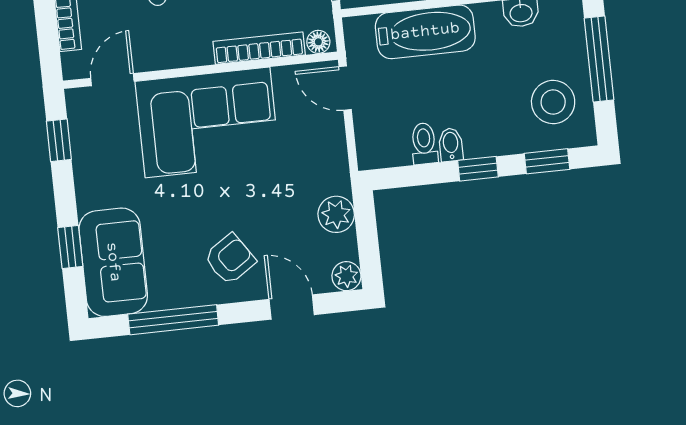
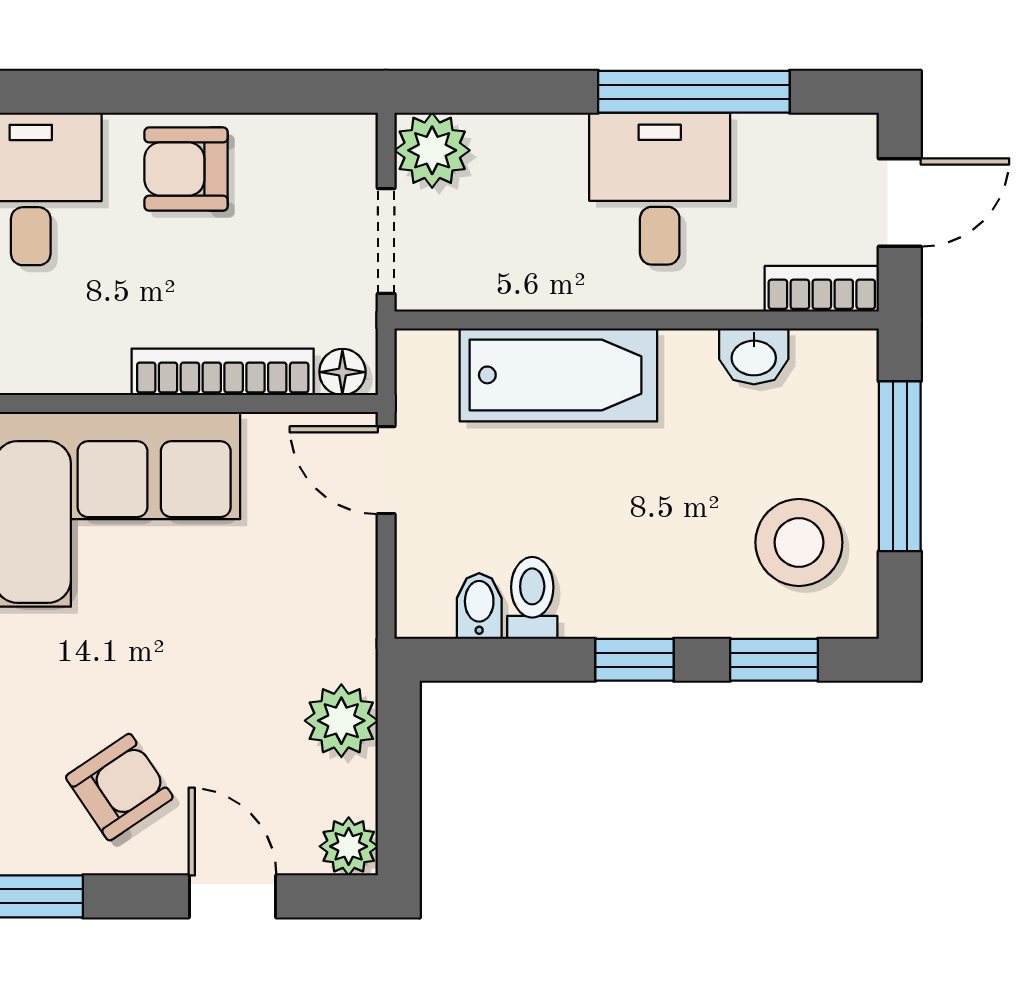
bidet: (451, 145) -> (479, 606), moved

